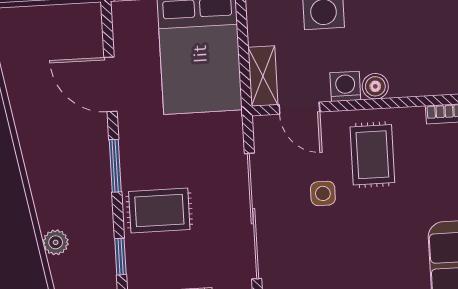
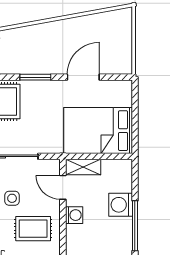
boiler: (375, 86) -> (73, 233), removed
door: (299, 108) -> (63, 187), hinge flipped

